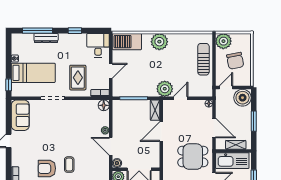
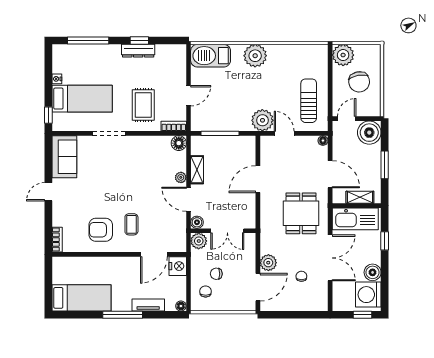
dresser: (46, 38) -> (138, 51), moved
desk: (98, 45) -> (171, 61), removed
sun lounger: (203, 59) -> (309, 101), moved
door: (181, 98) -> (284, 133), hinge flipped
shelving: (155, 110) -> (197, 170), moved
dining table: (193, 157) -> (301, 213), turned 90

